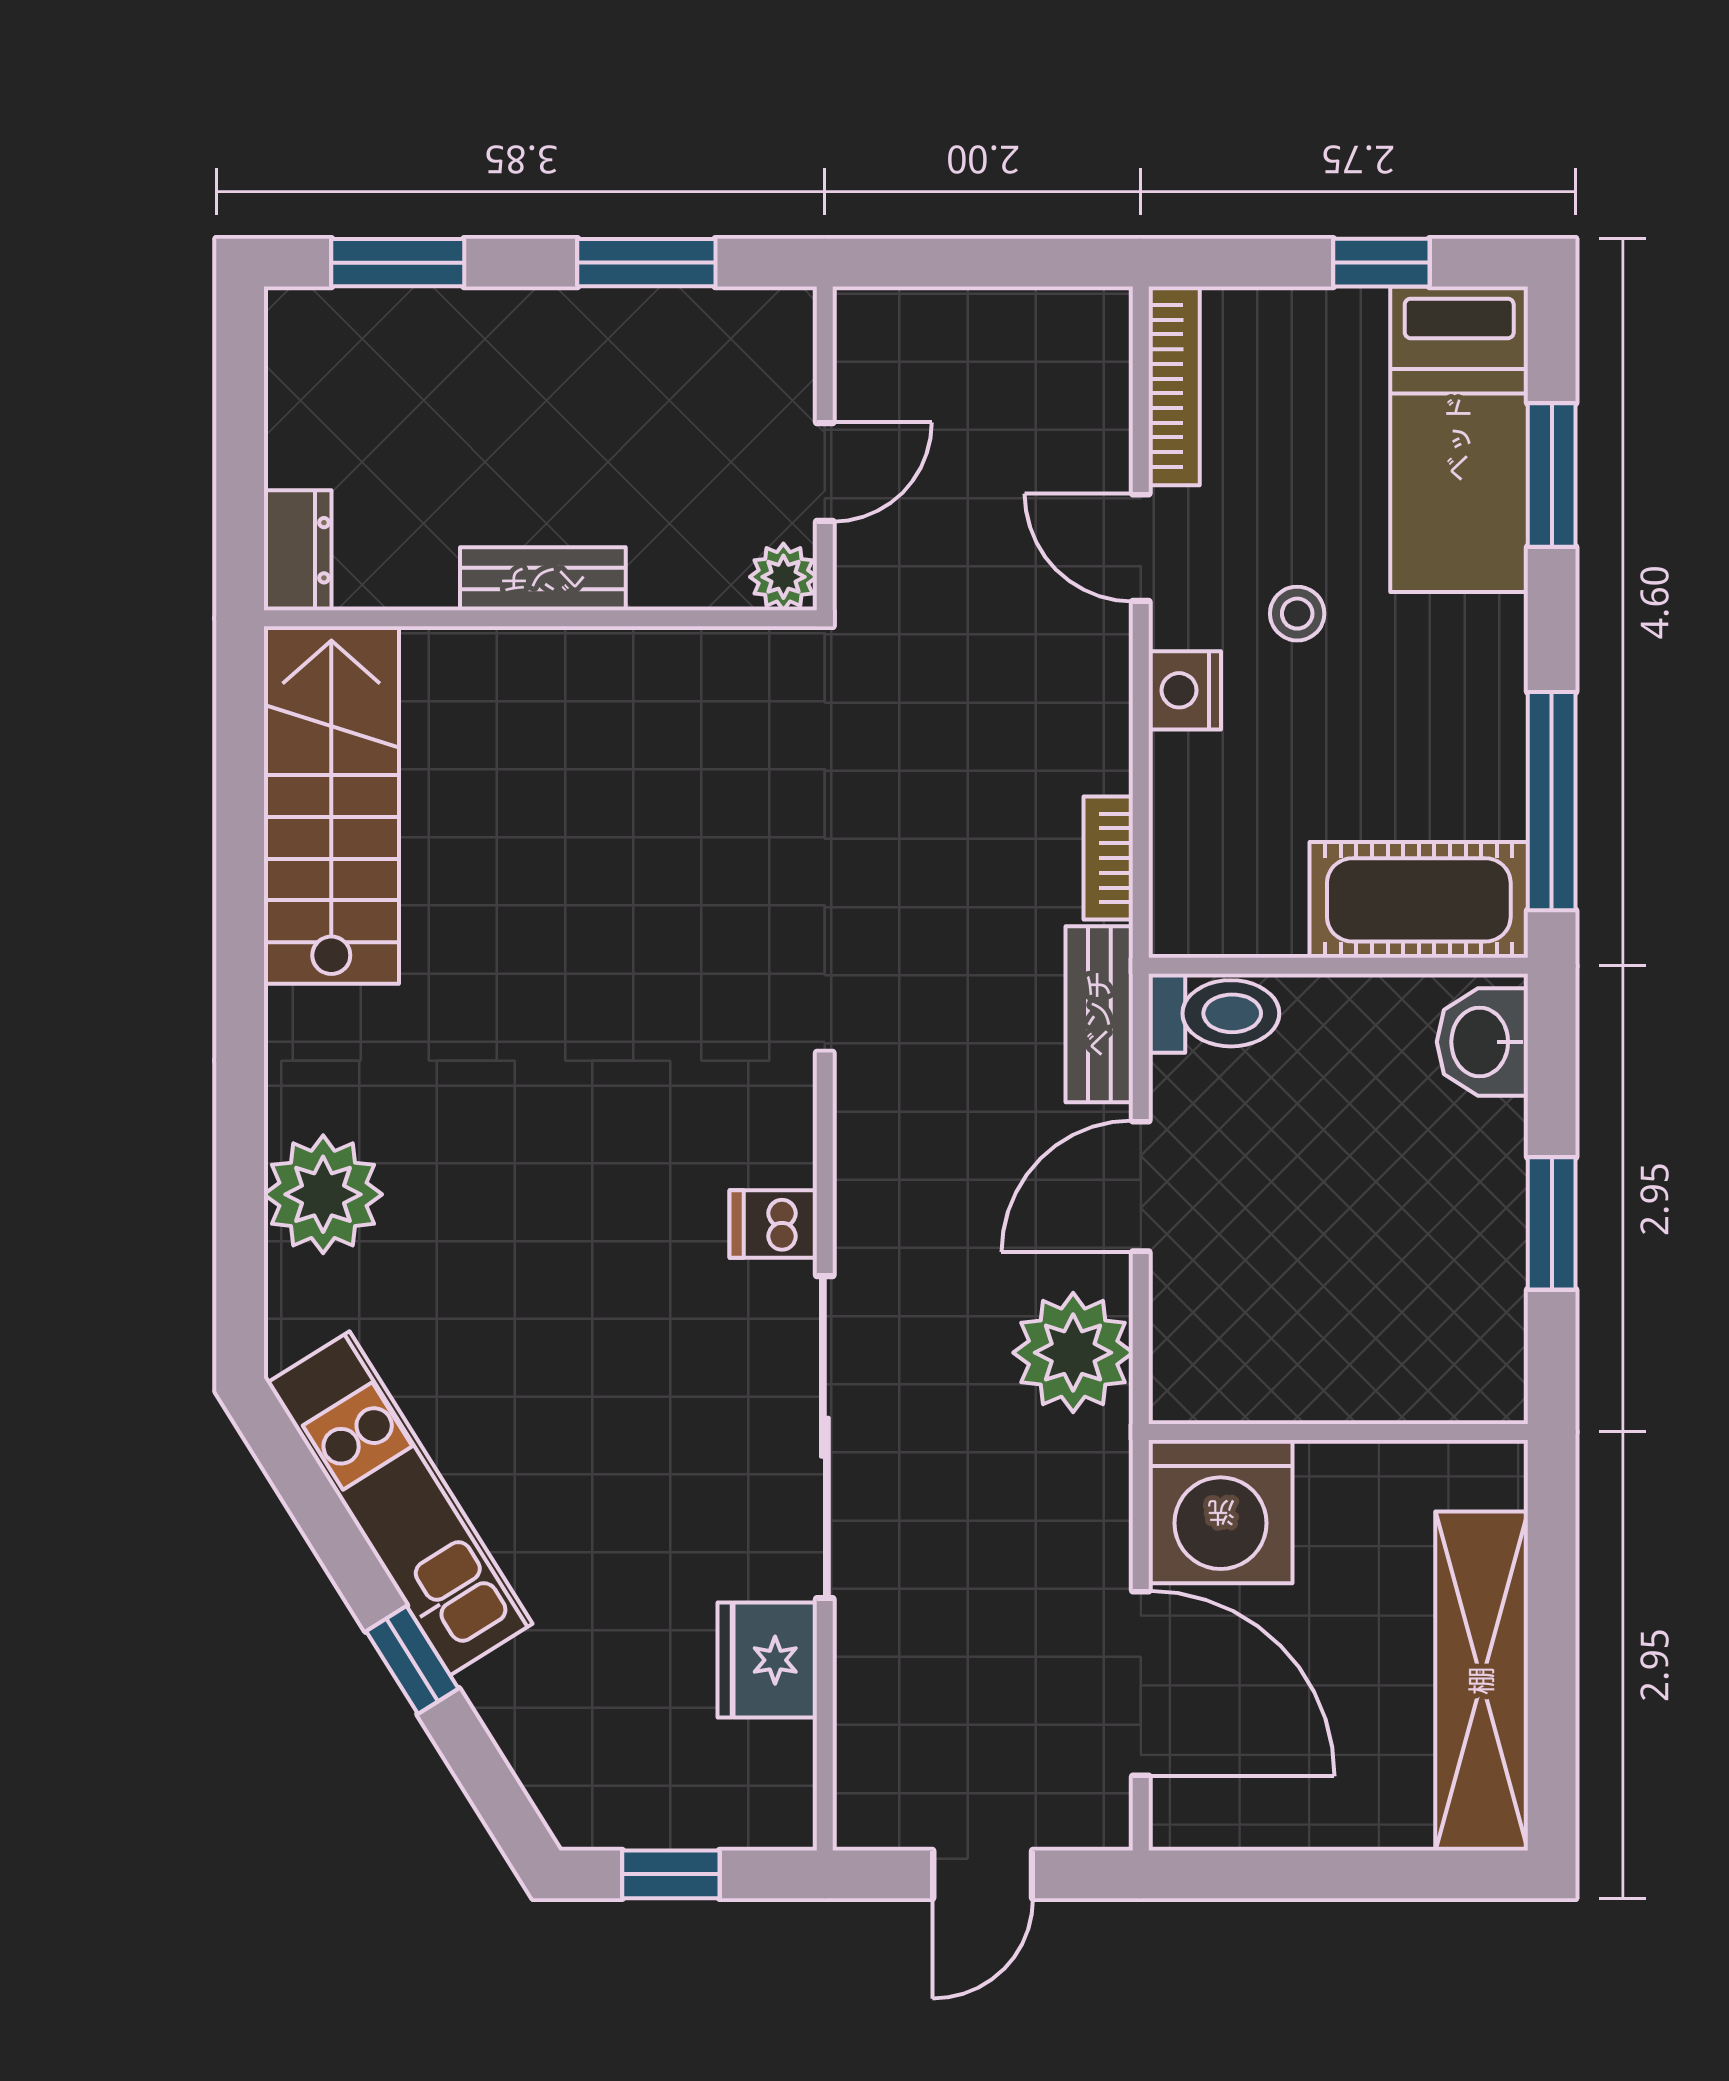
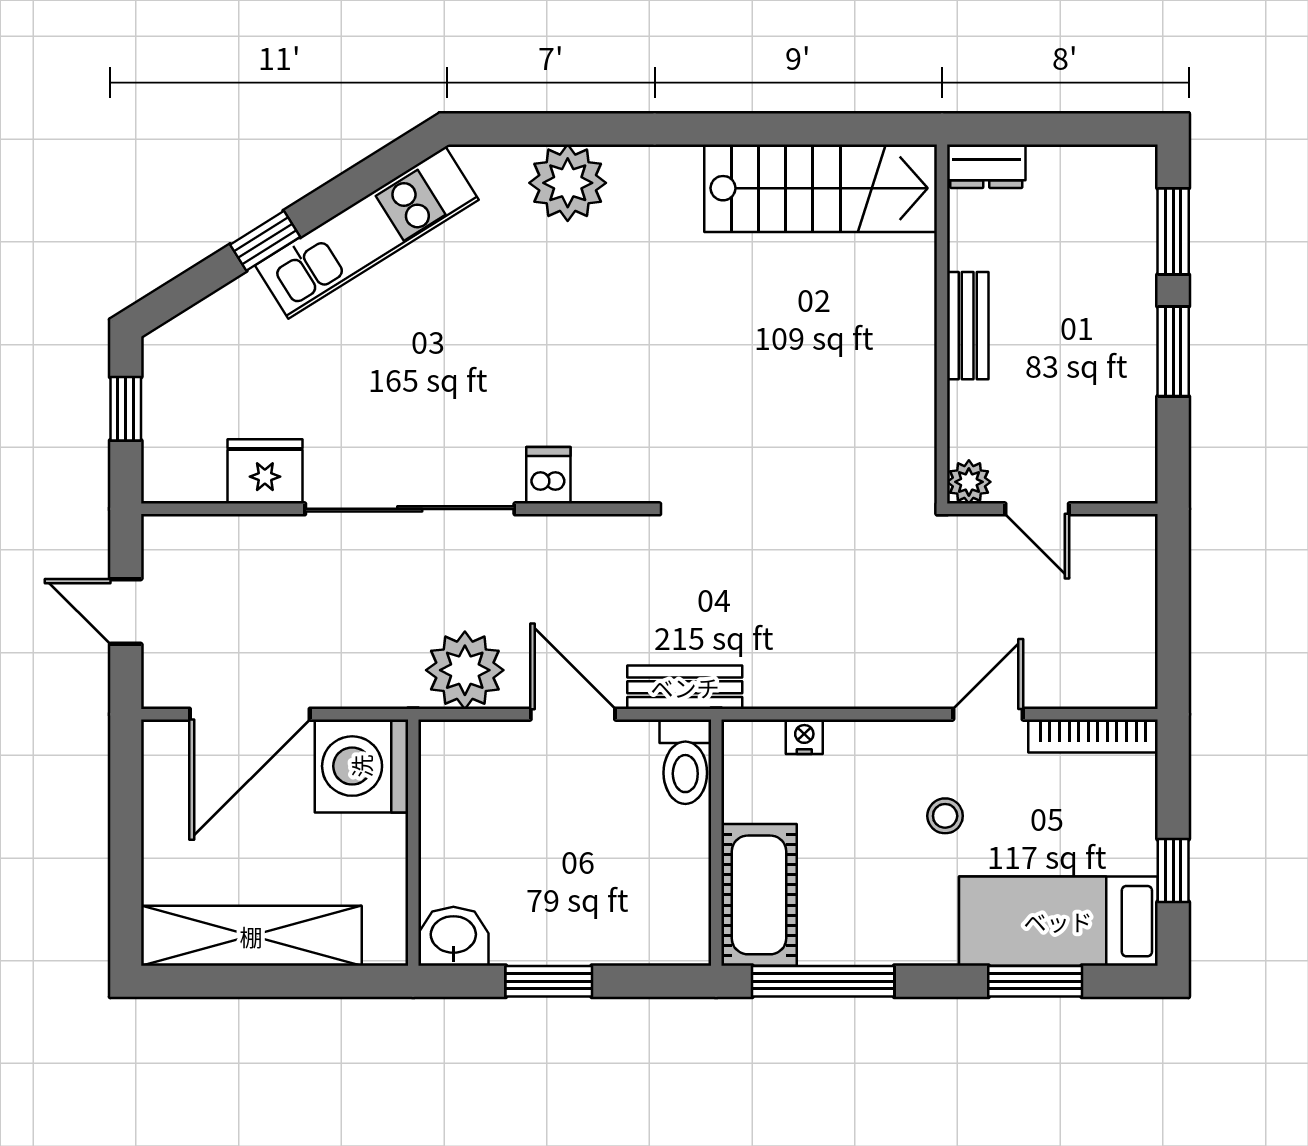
window: (646, 263) -> (1173, 351), moved
nightstand: (1185, 690) -> (804, 737), moved, width x0.72, depth x0.74
bookcase: (1108, 858) -> (786, 693), removed
washbasin: (1482, 1042) -> (453, 936), moved

